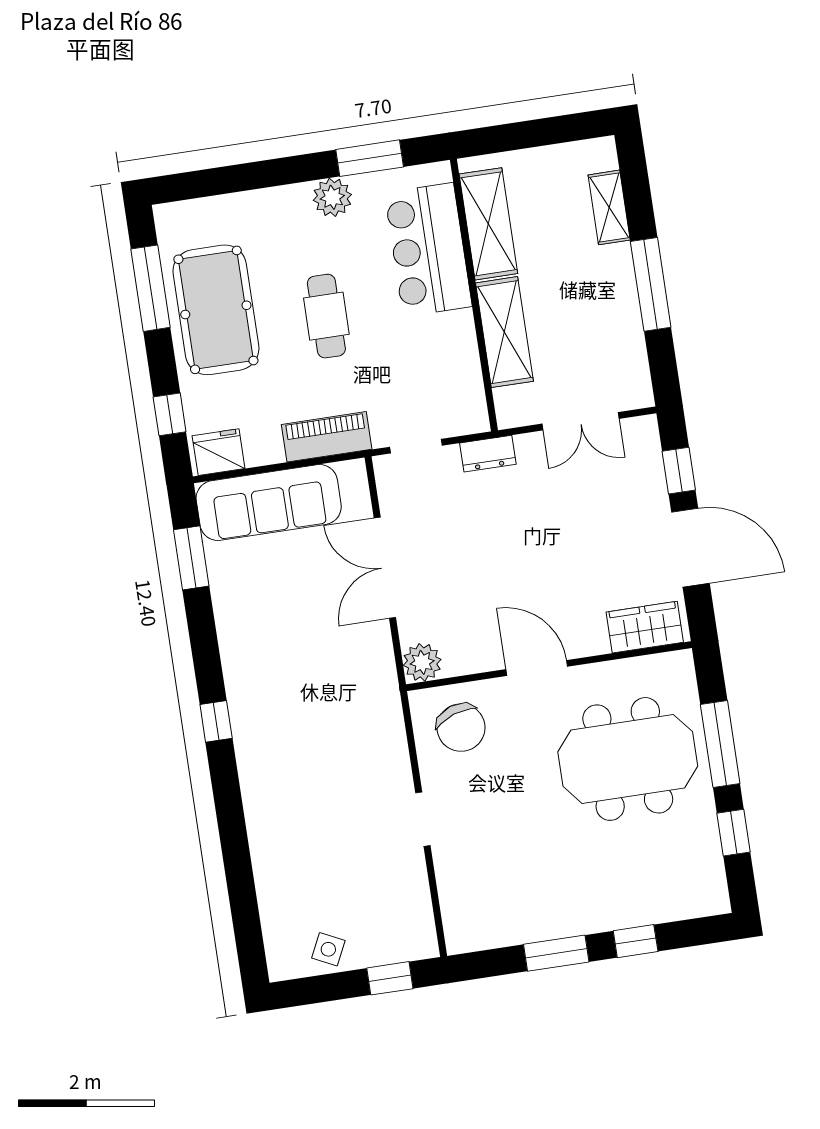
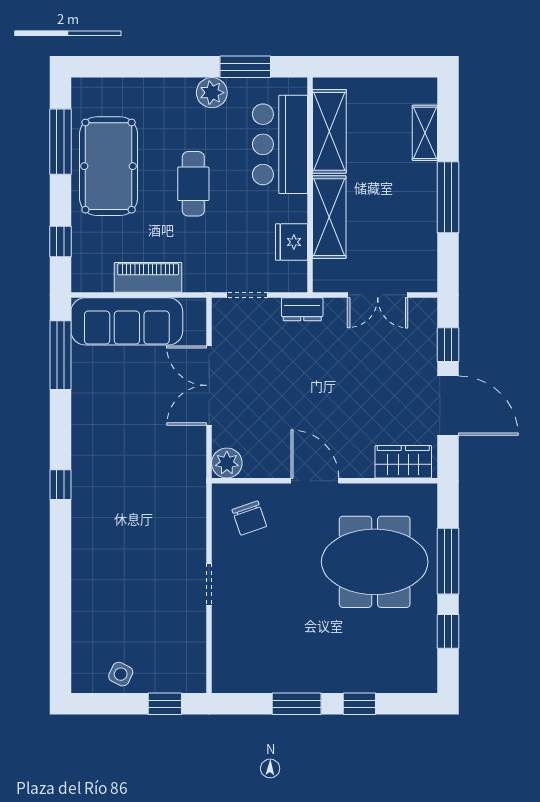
piano: (327, 437) -> (148, 277), moved
fridge: (219, 452) -> (291, 242), moved, turned -90
window: (191, 558) -> (60, 355), width x1.44
chair: (461, 728) -> (249, 518), width x0.73, depth x0.73

